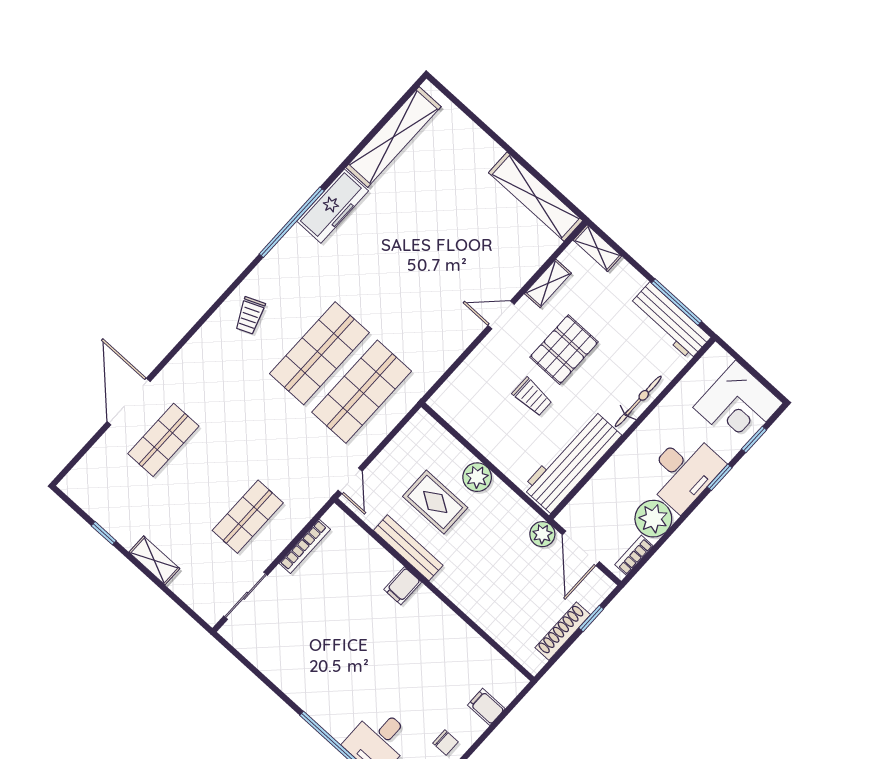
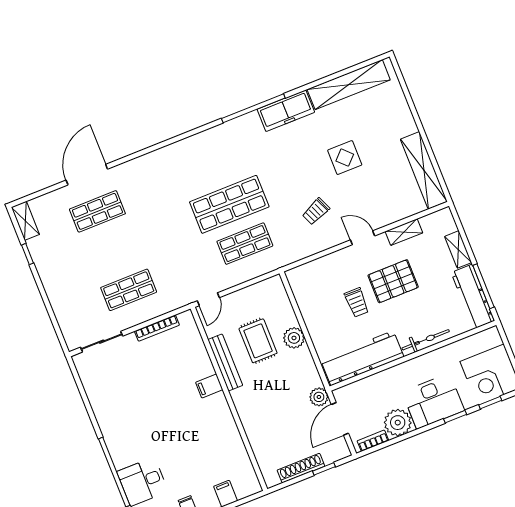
display table: (432, 228) -> (345, 158), added
shelving: (597, 248) -> (458, 249), moved
trolley: (250, 316) -> (316, 211), moved
shop shelf: (362, 392) -> (245, 244), width x0.70, depth x0.74
shelving: (154, 560) -> (25, 221), moved

